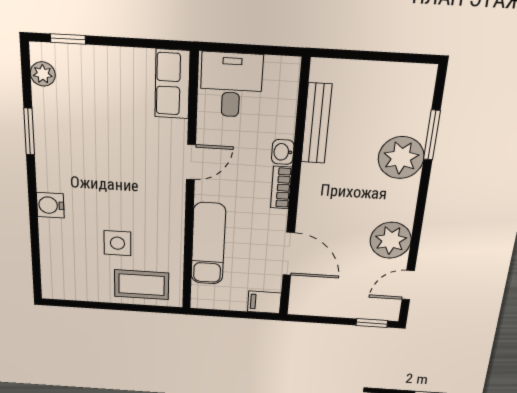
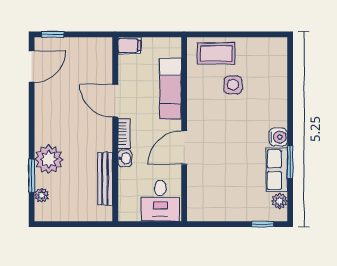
row of seats: (172, 84) -> (277, 170), moved, turned 180
door: (191, 162) -> (184, 148), width x1.38
water cooler: (50, 205) -> (278, 137), moved
plant: (391, 240) -> (42, 195), moved, width x0.53, depth x0.53
door: (289, 254) -> (115, 101), moved
door: (408, 285) -> (32, 67), width x1.38

